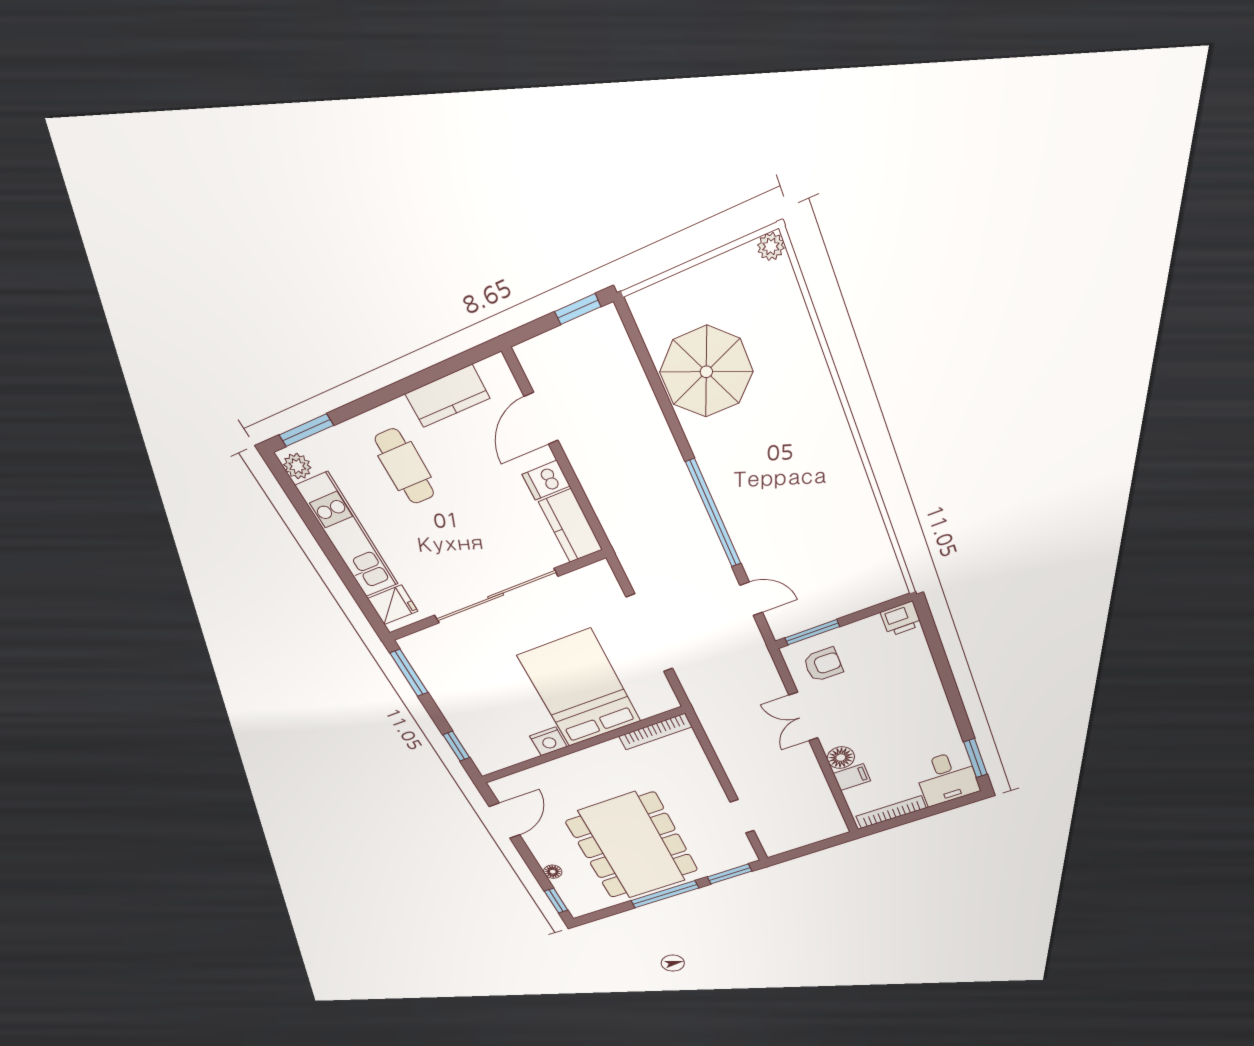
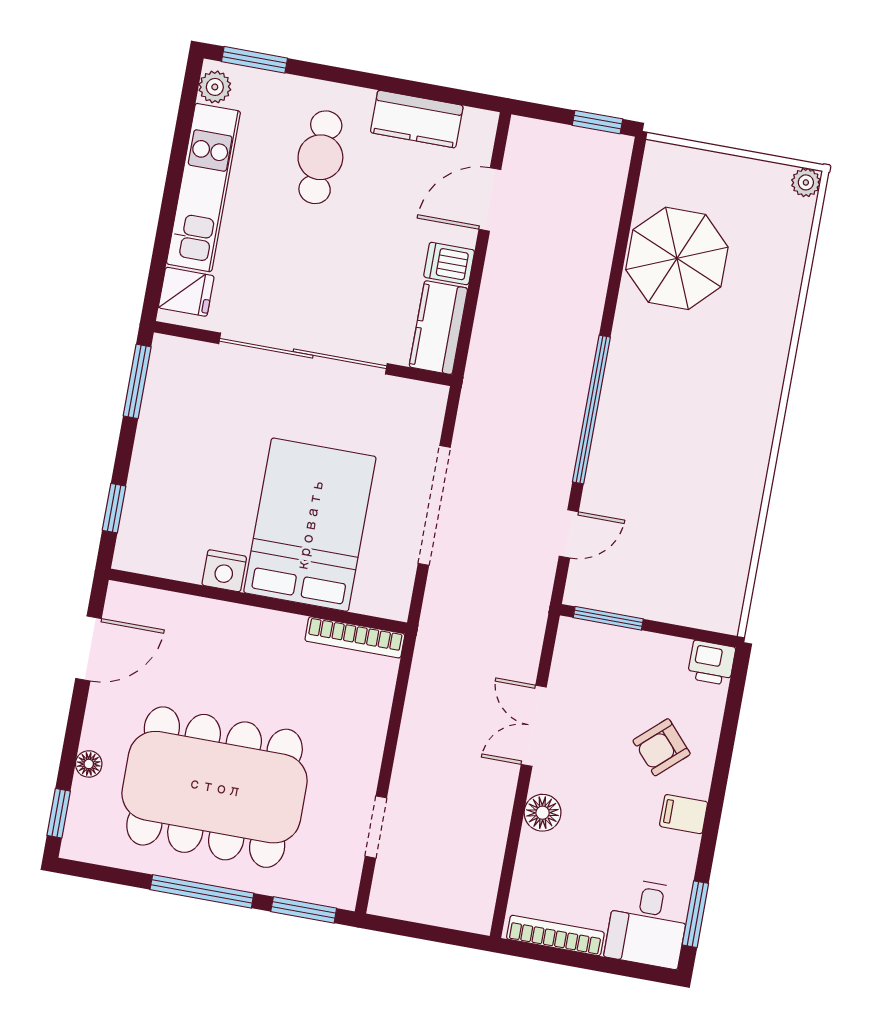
door: (751, 599) -> (569, 534), hinge flipped
armchair: (823, 665) -> (662, 747), moved, turned 138
filing cabinet: (852, 777) -> (684, 814), moved, turned 180
dining table: (632, 846) -> (215, 787), turned 90

